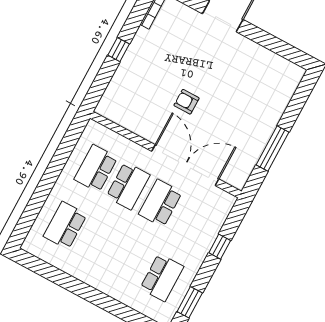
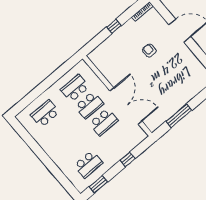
armchair: (187, 102) -> (149, 51), moved
school desk: (160, 203) -> (104, 122), turned 180

